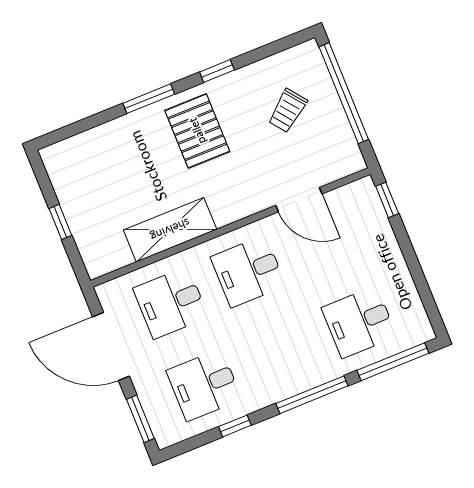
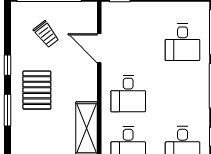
pallet: (197, 131) -> (37, 90), turned 90
door: (299, 200) -> (99, 48), swing flipped

